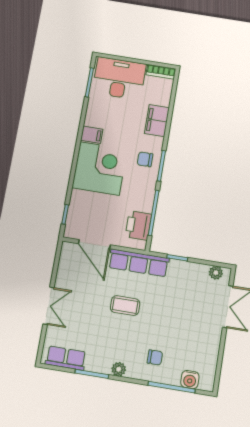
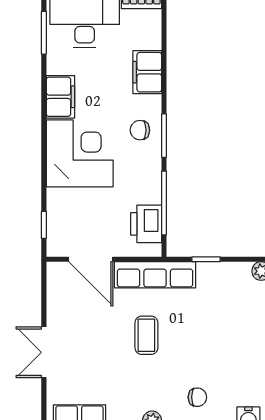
filing cabinet: (92, 135) -> (60, 97), width x2.00
double door: (48, 306) -> (44, 352), swing flipped
coffee table: (125, 306) -> (146, 335), turned 90

